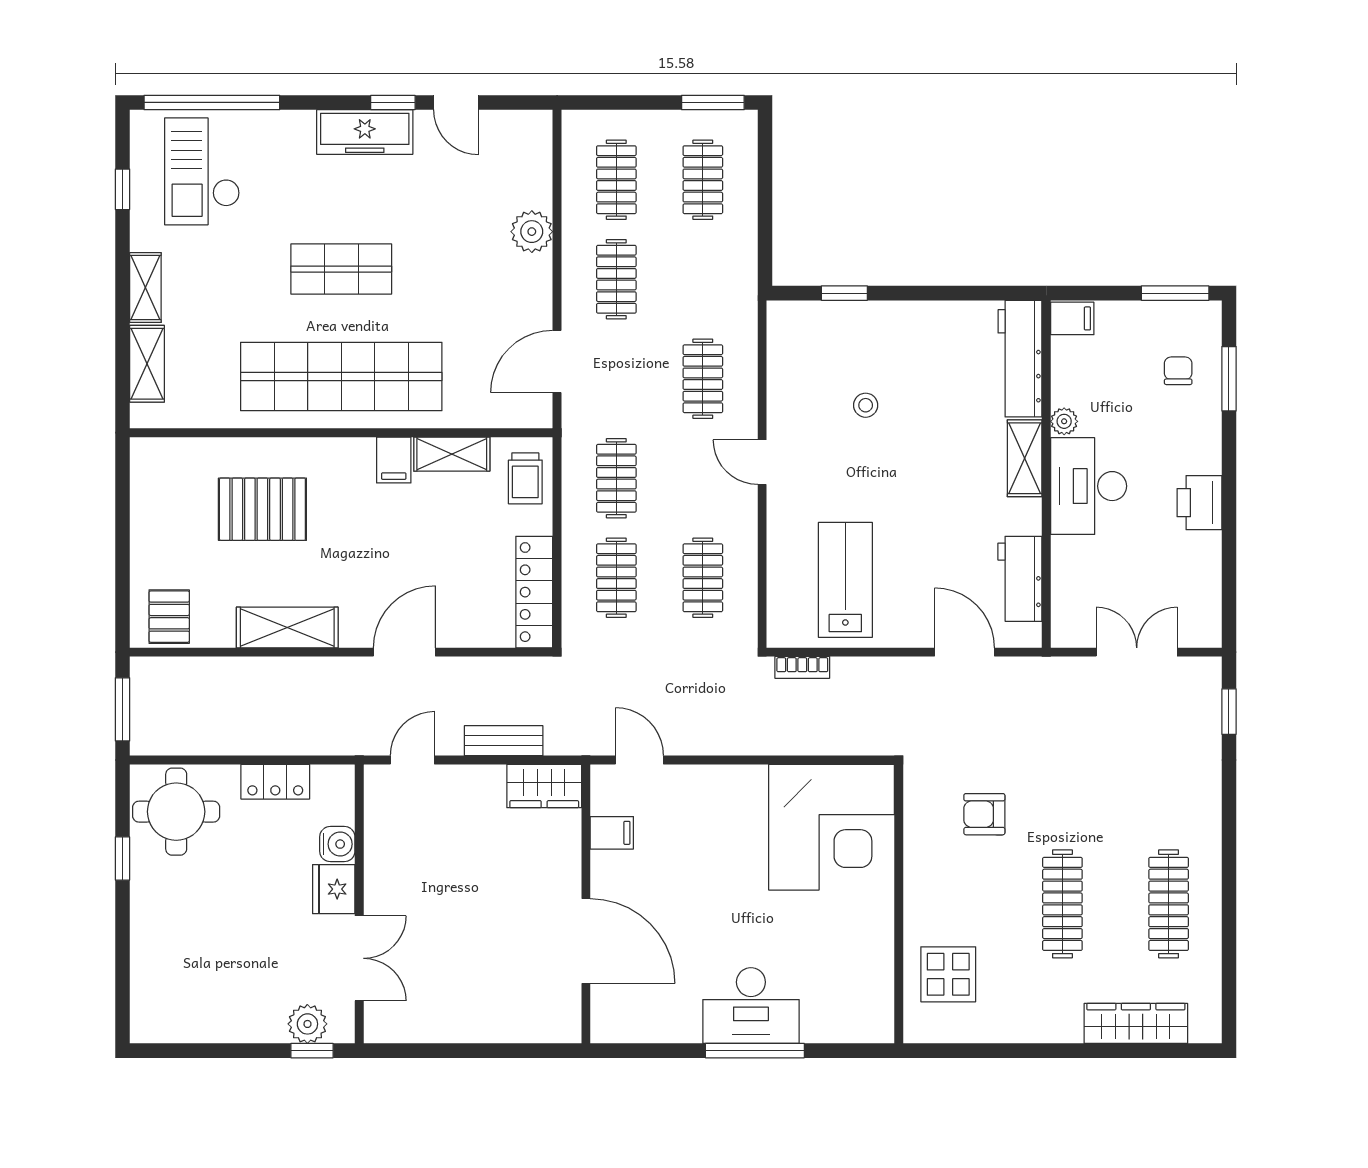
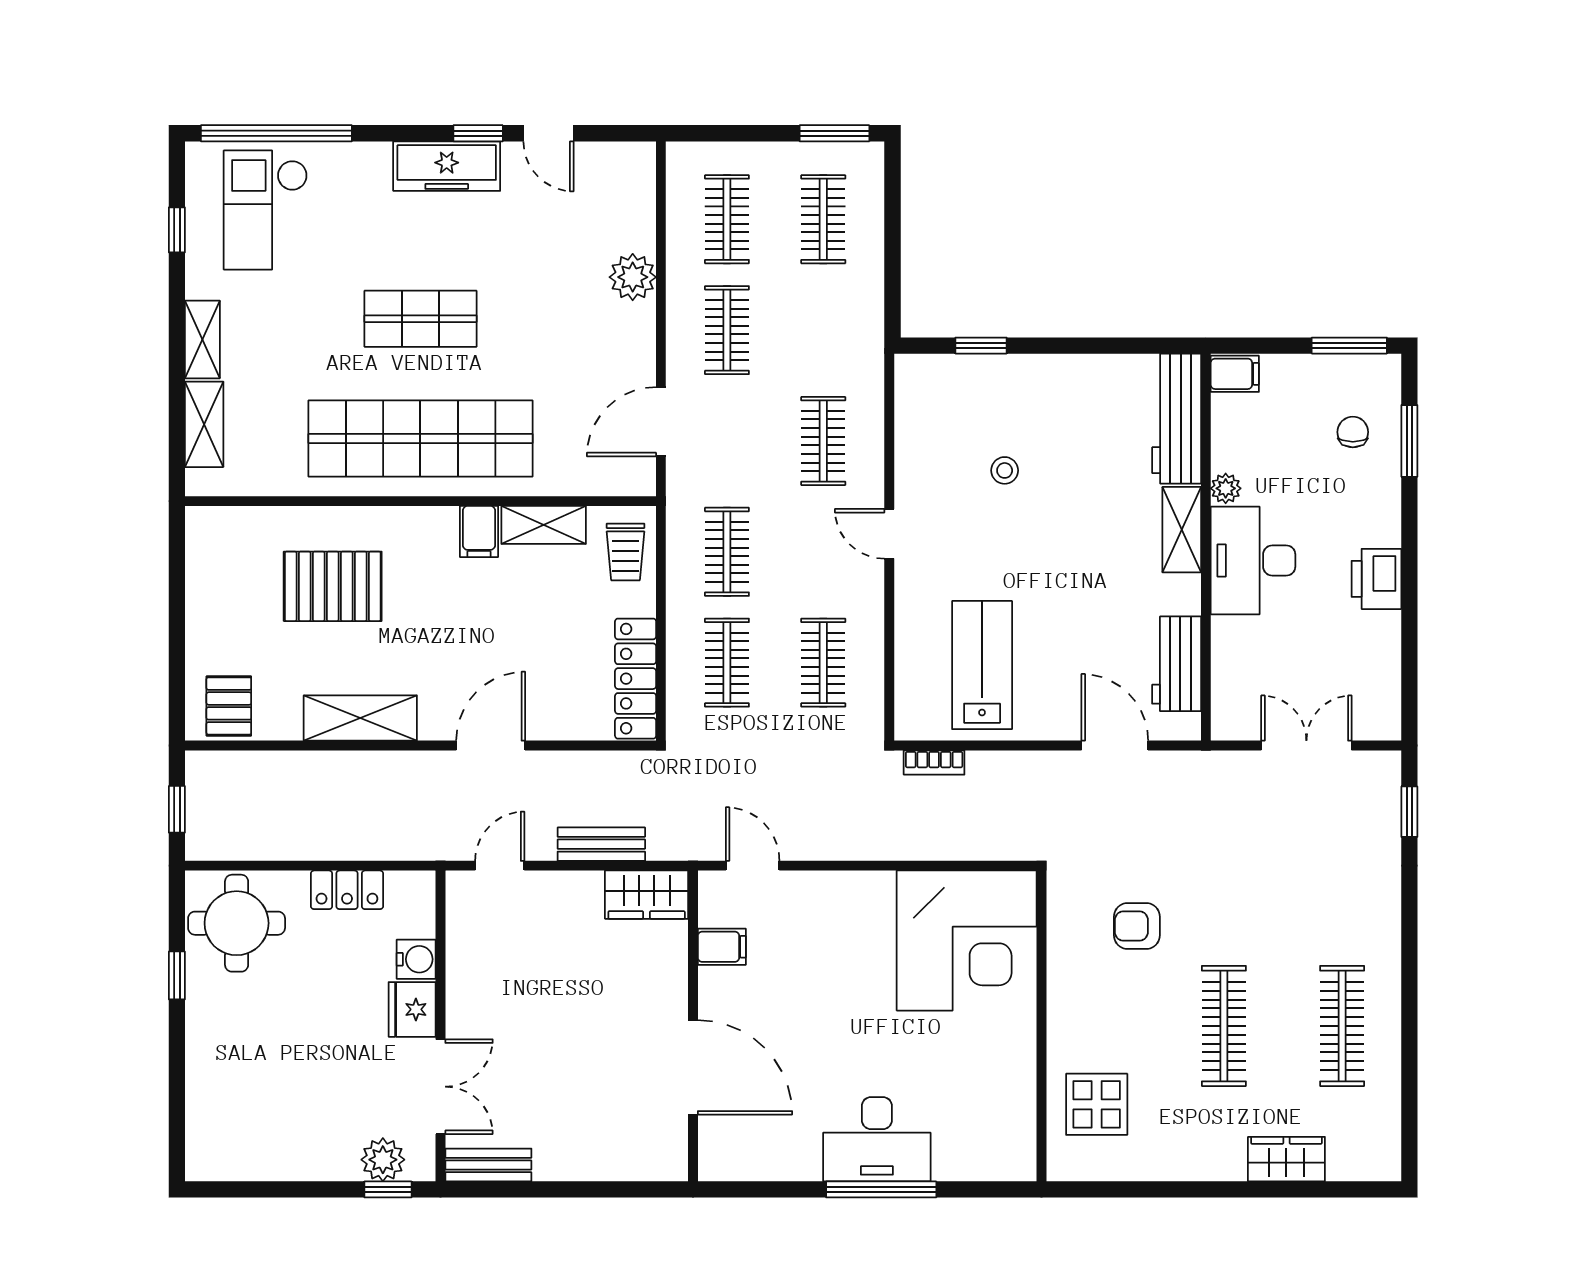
window: (123, 709) -> (177, 809), width x0.67
wardrobe: (1136, 1023) -> (1286, 1159), width x0.67
bench: (402, 1029) -> (488, 1165), added

